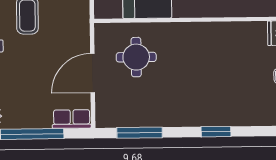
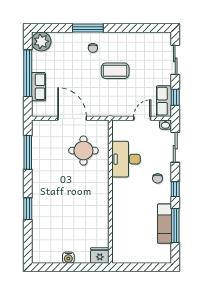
row of seats: (72, 119) -> (38, 87), moved

